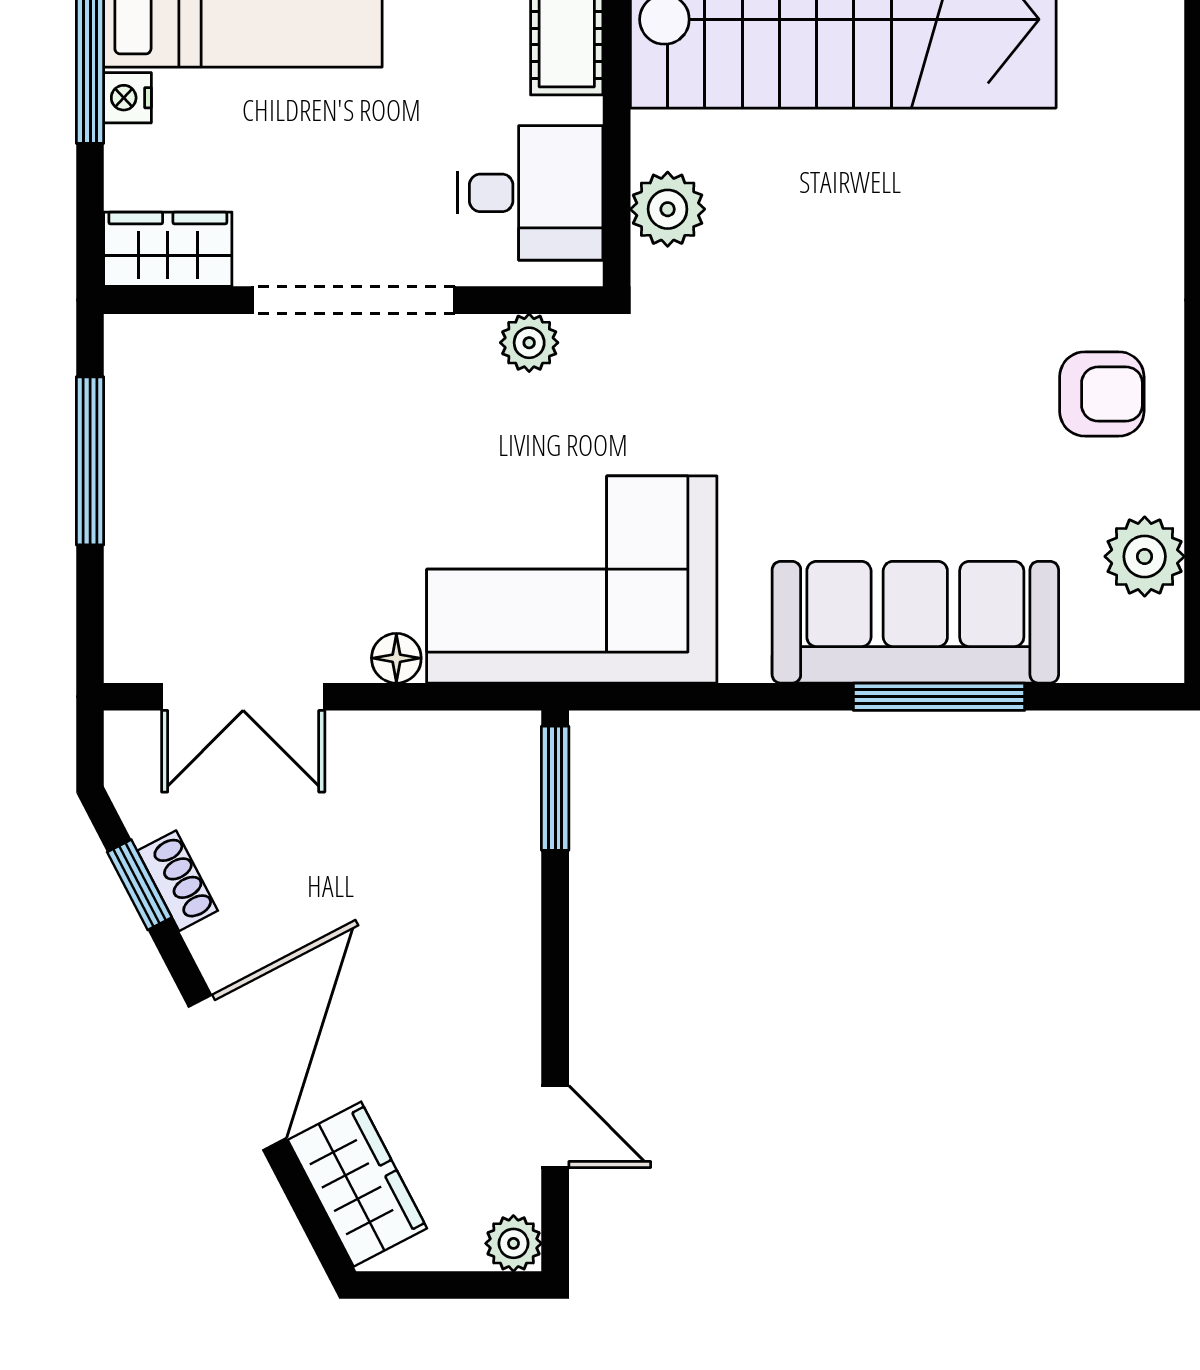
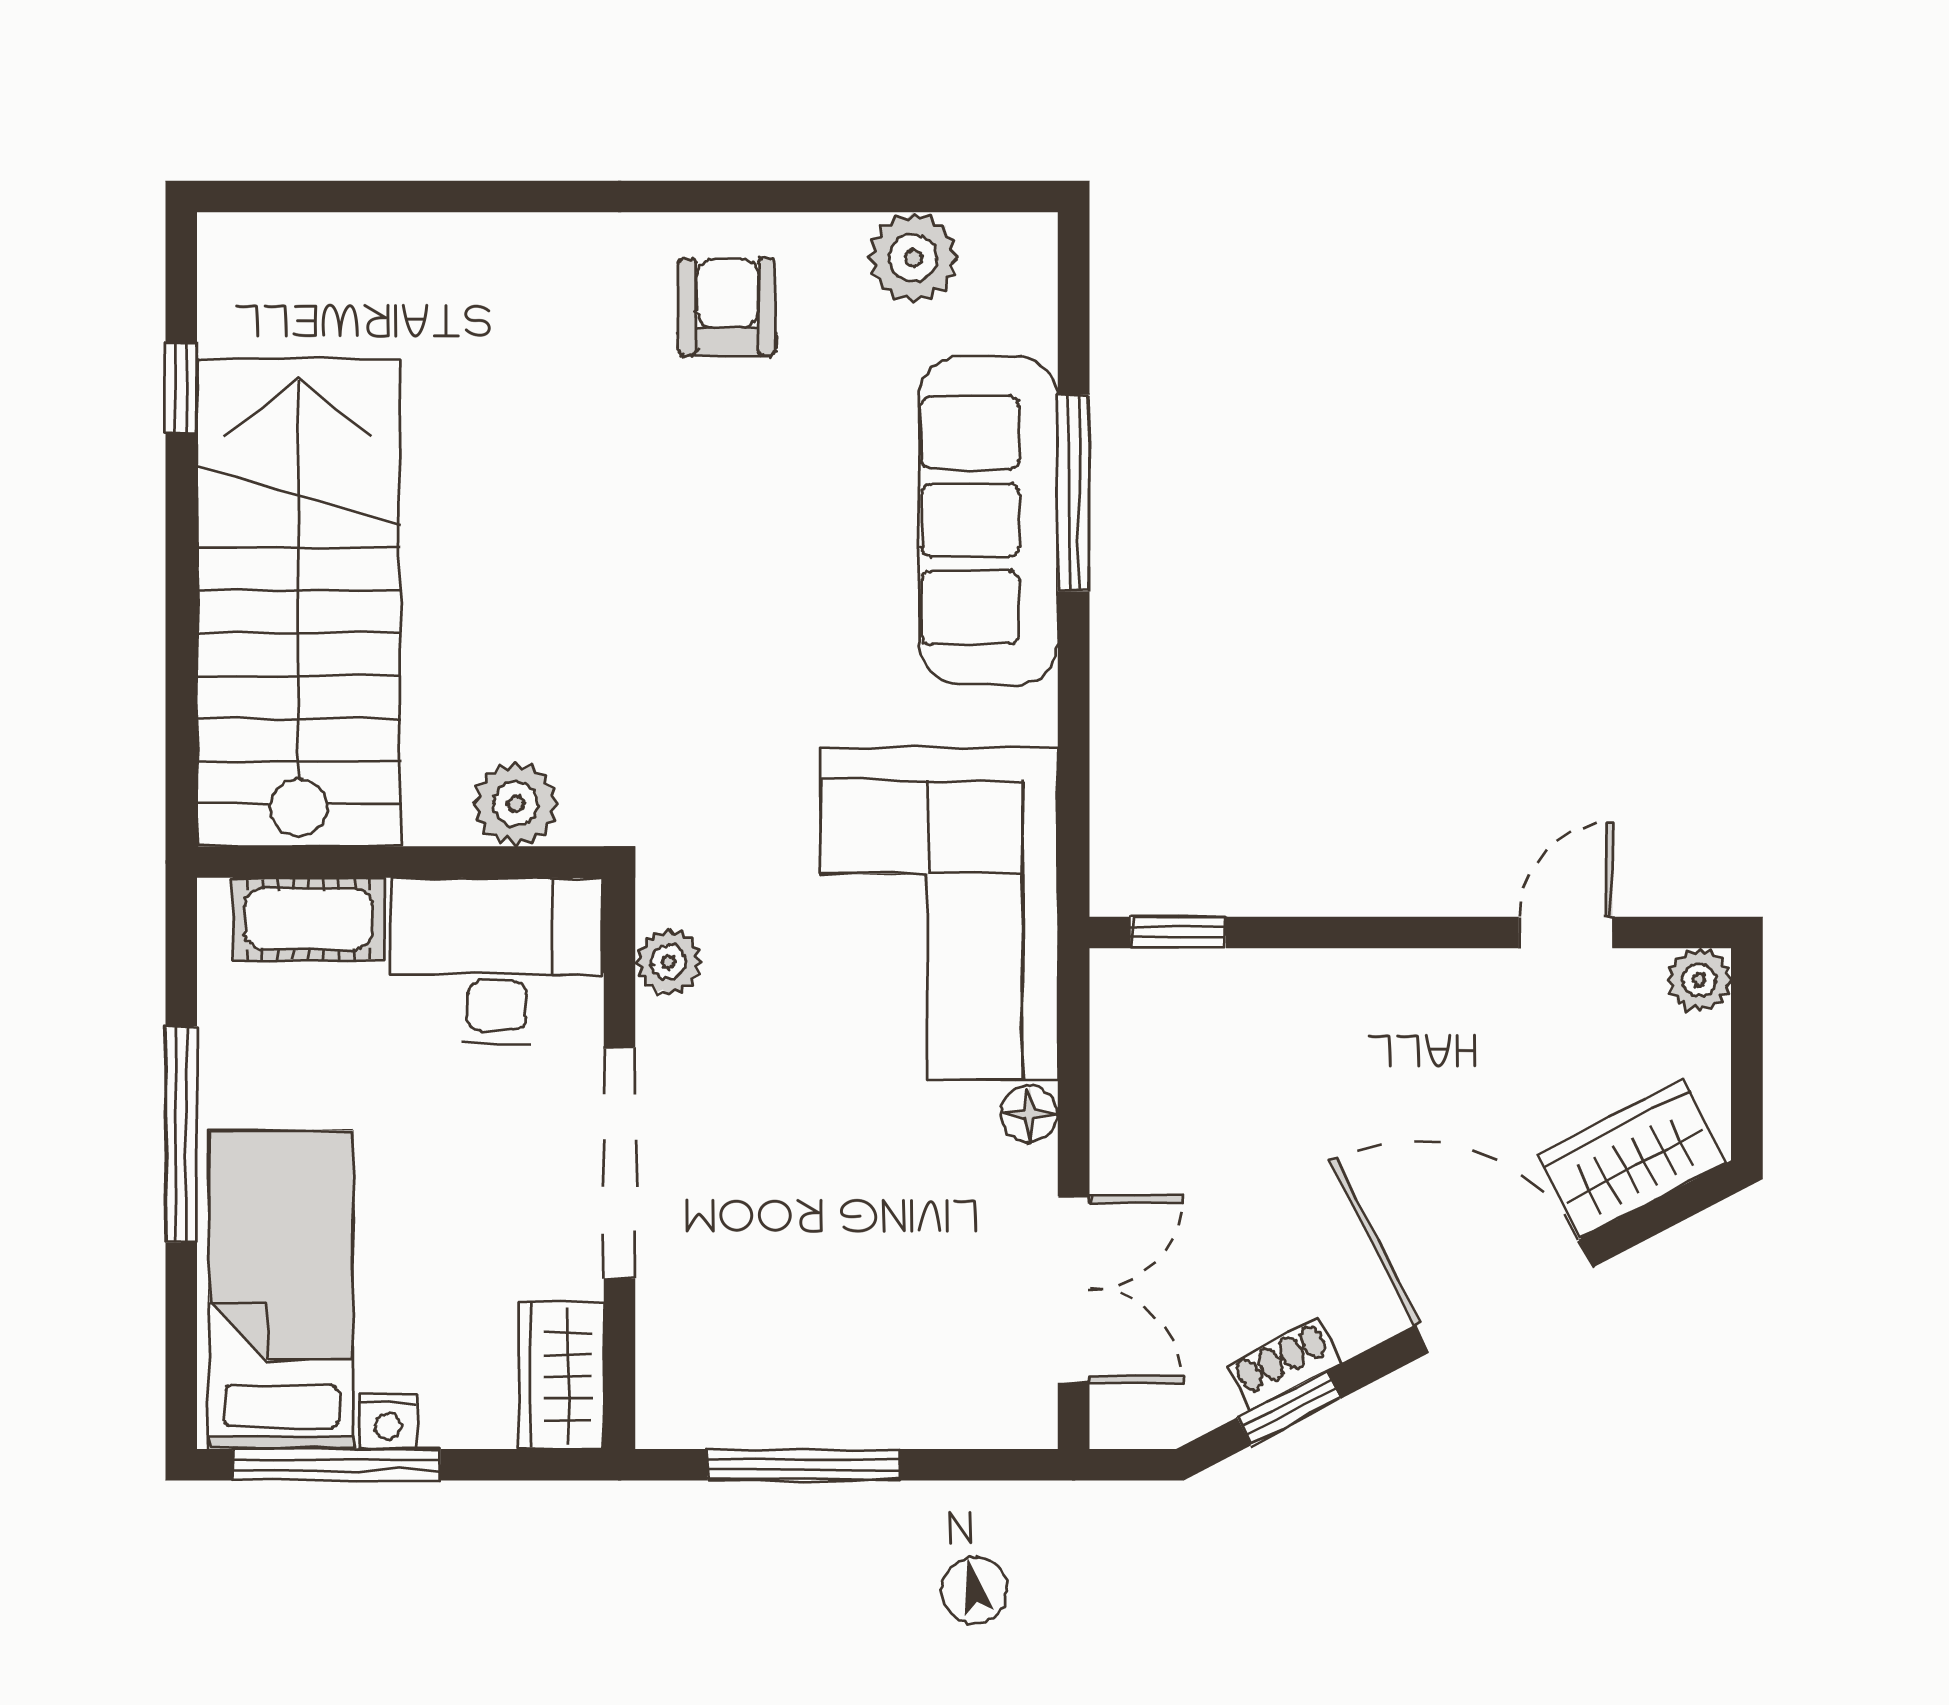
desk: (530, 193) -> (497, 961), width x1.37
window: (555, 788) -> (1178, 932), width x0.67

